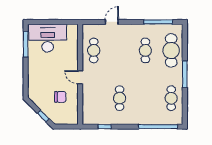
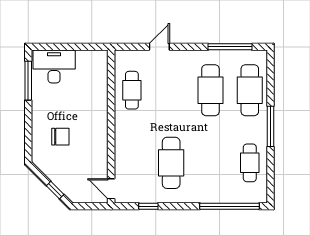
desk: (48, 38) -> (54, 67), width x0.73, depth x0.77
cafe table: (145, 50) -> (210, 90), width x1.37, depth x1.35
door: (80, 77) -> (111, 189), moved
chair: (60, 97) -> (60, 137), moved
cafe table: (120, 98) -> (171, 163), width x1.37, depth x1.35

